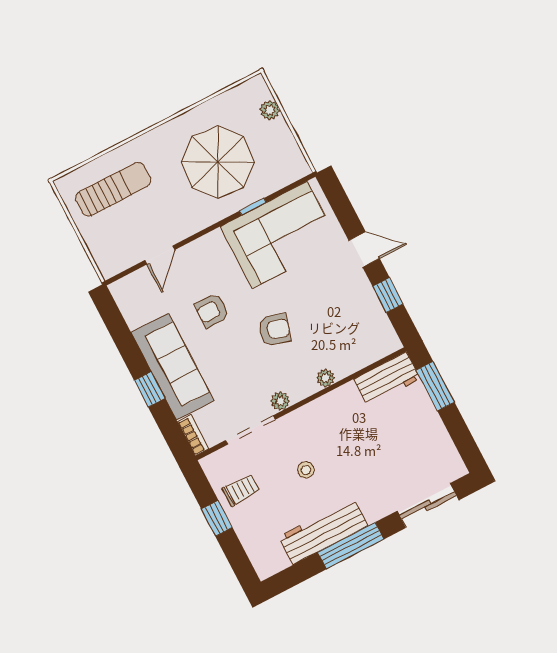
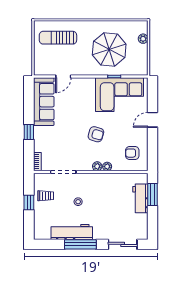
sun lounger: (113, 189) -> (58, 38), turned 180
door: (364, 249) -> (153, 120), swing flipped
window: (388, 295) -> (153, 145), removed
armchair: (212, 310) -> (132, 153), moved
sofa: (172, 367) -> (44, 102), moved
workbench: (387, 379) -> (140, 198), moved, turned 90
plant: (280, 401) -> (97, 166), moved

